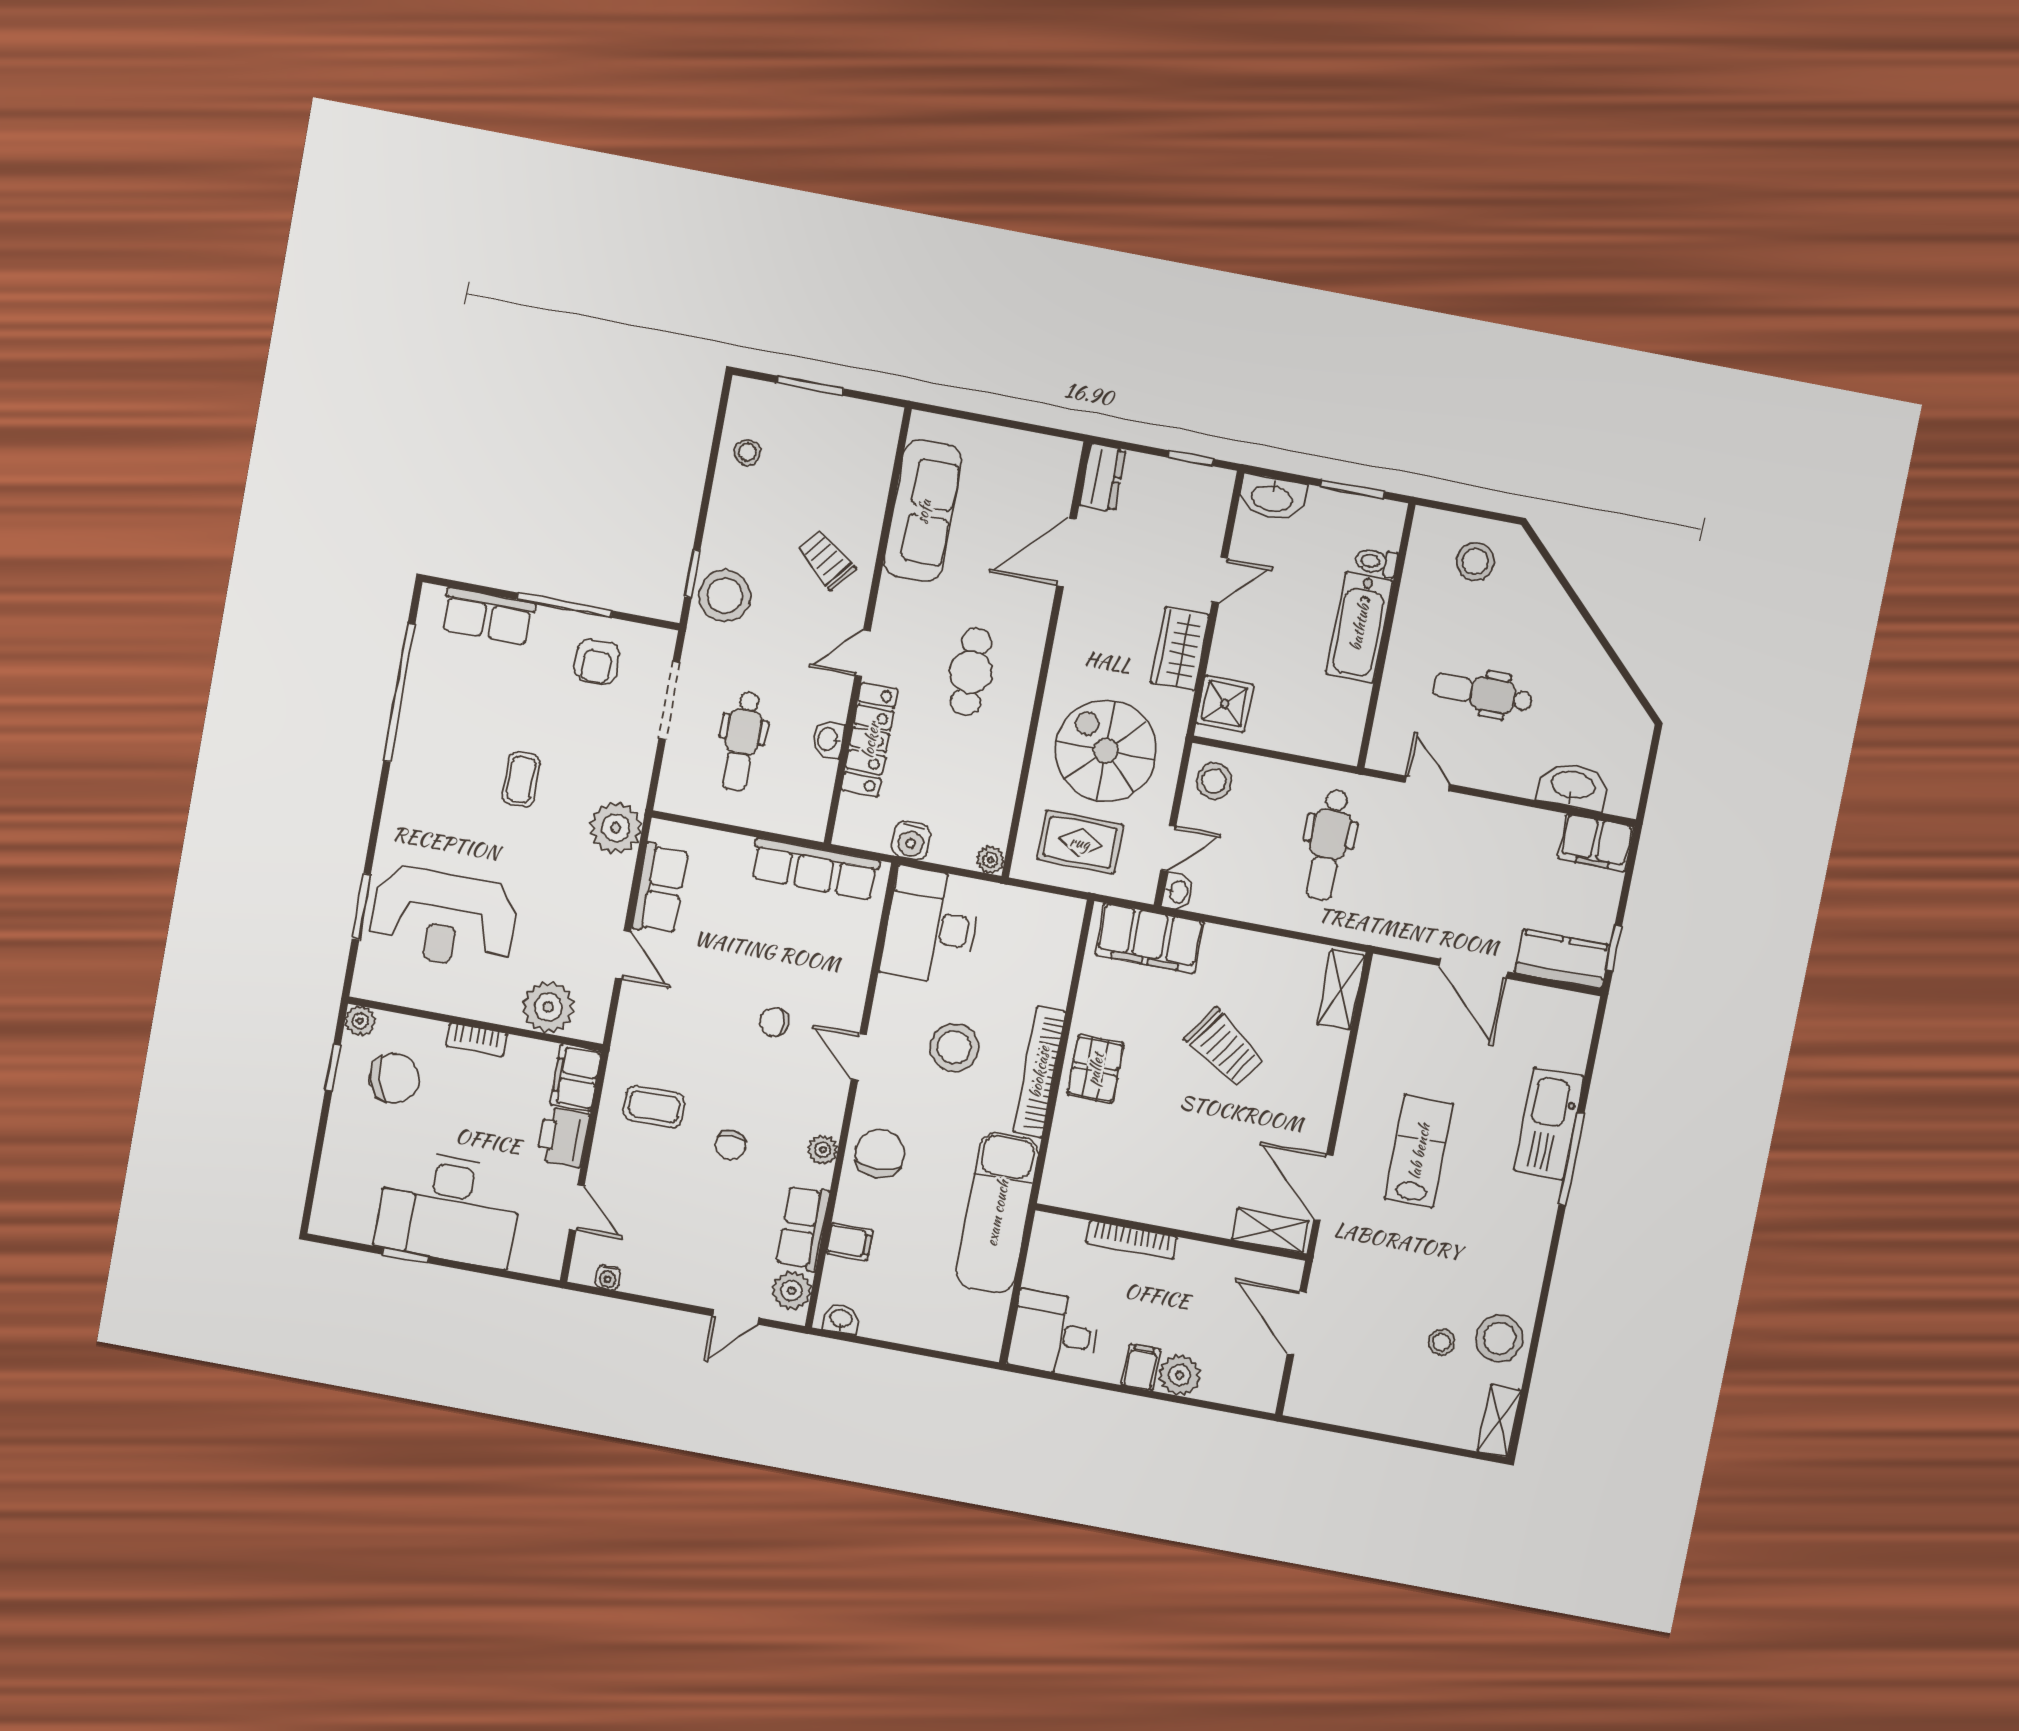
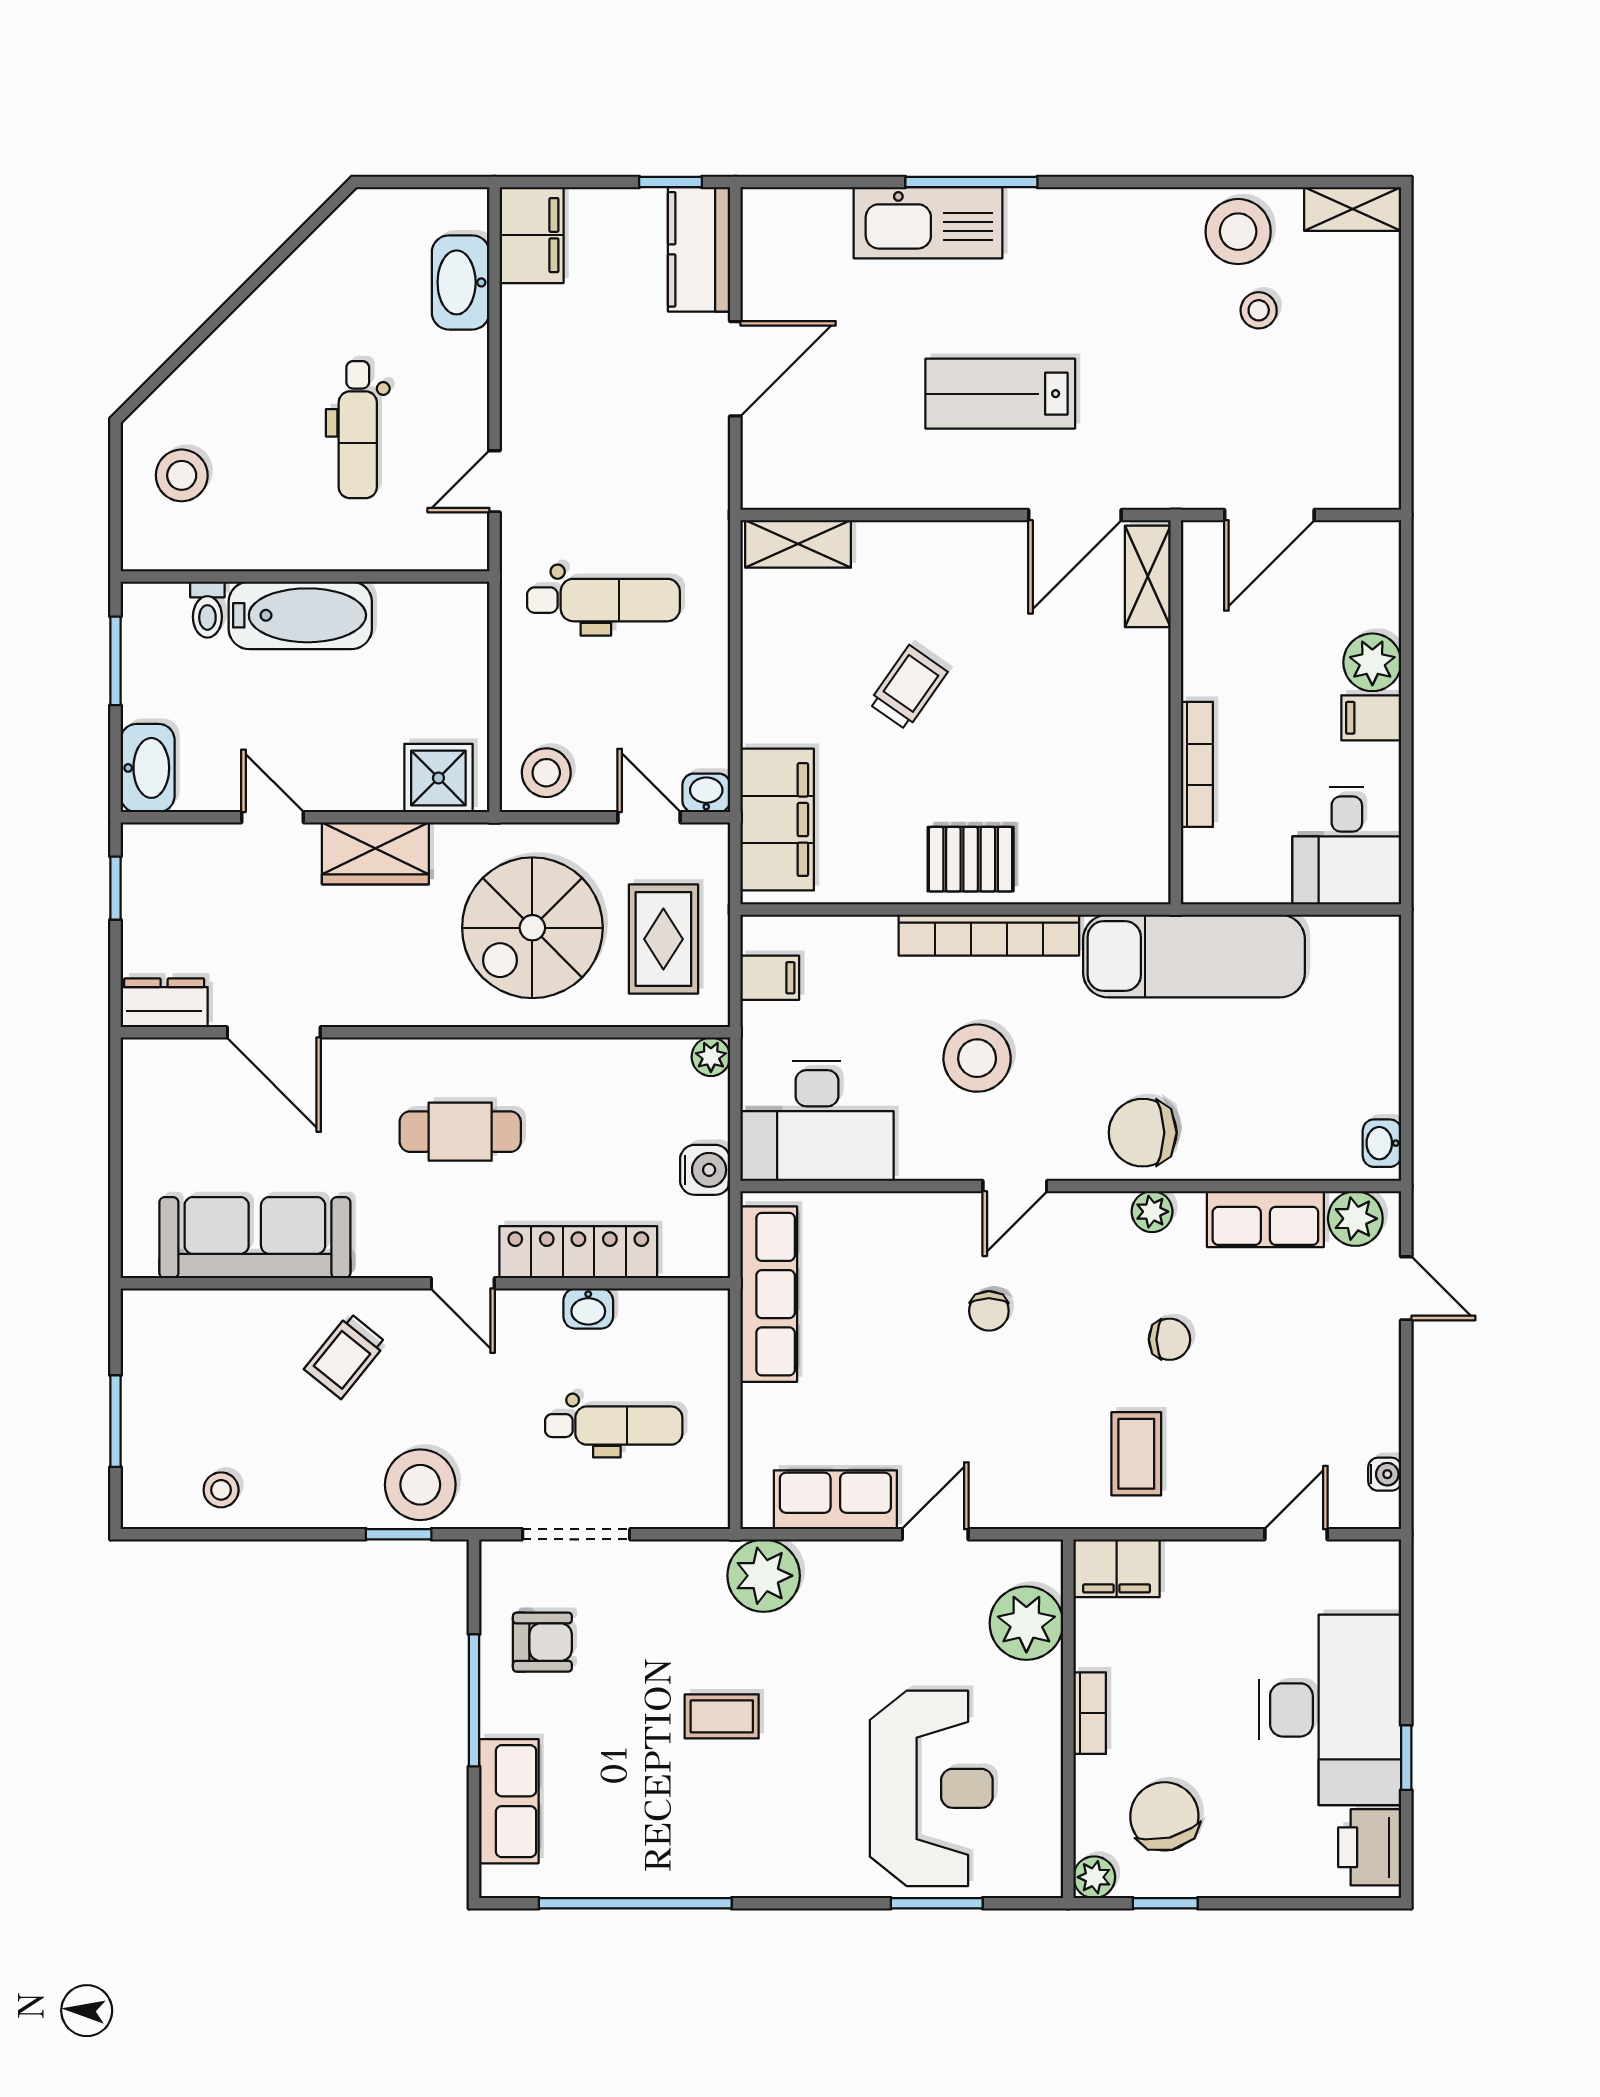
trolley: (1225, 1048) -> (908, 688), width x0.73, depth x0.72
printer: (563, 1137) -> (1370, 1847), moved, turned 90
filing cabinet: (849, 1242) -> (770, 978), moved, turned 90

